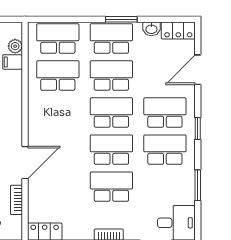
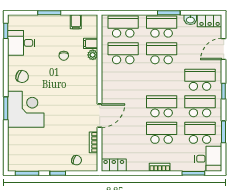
plant: (15, 46) -> (93, 55), moved
school desk: (111, 113) -> (200, 133), moved

